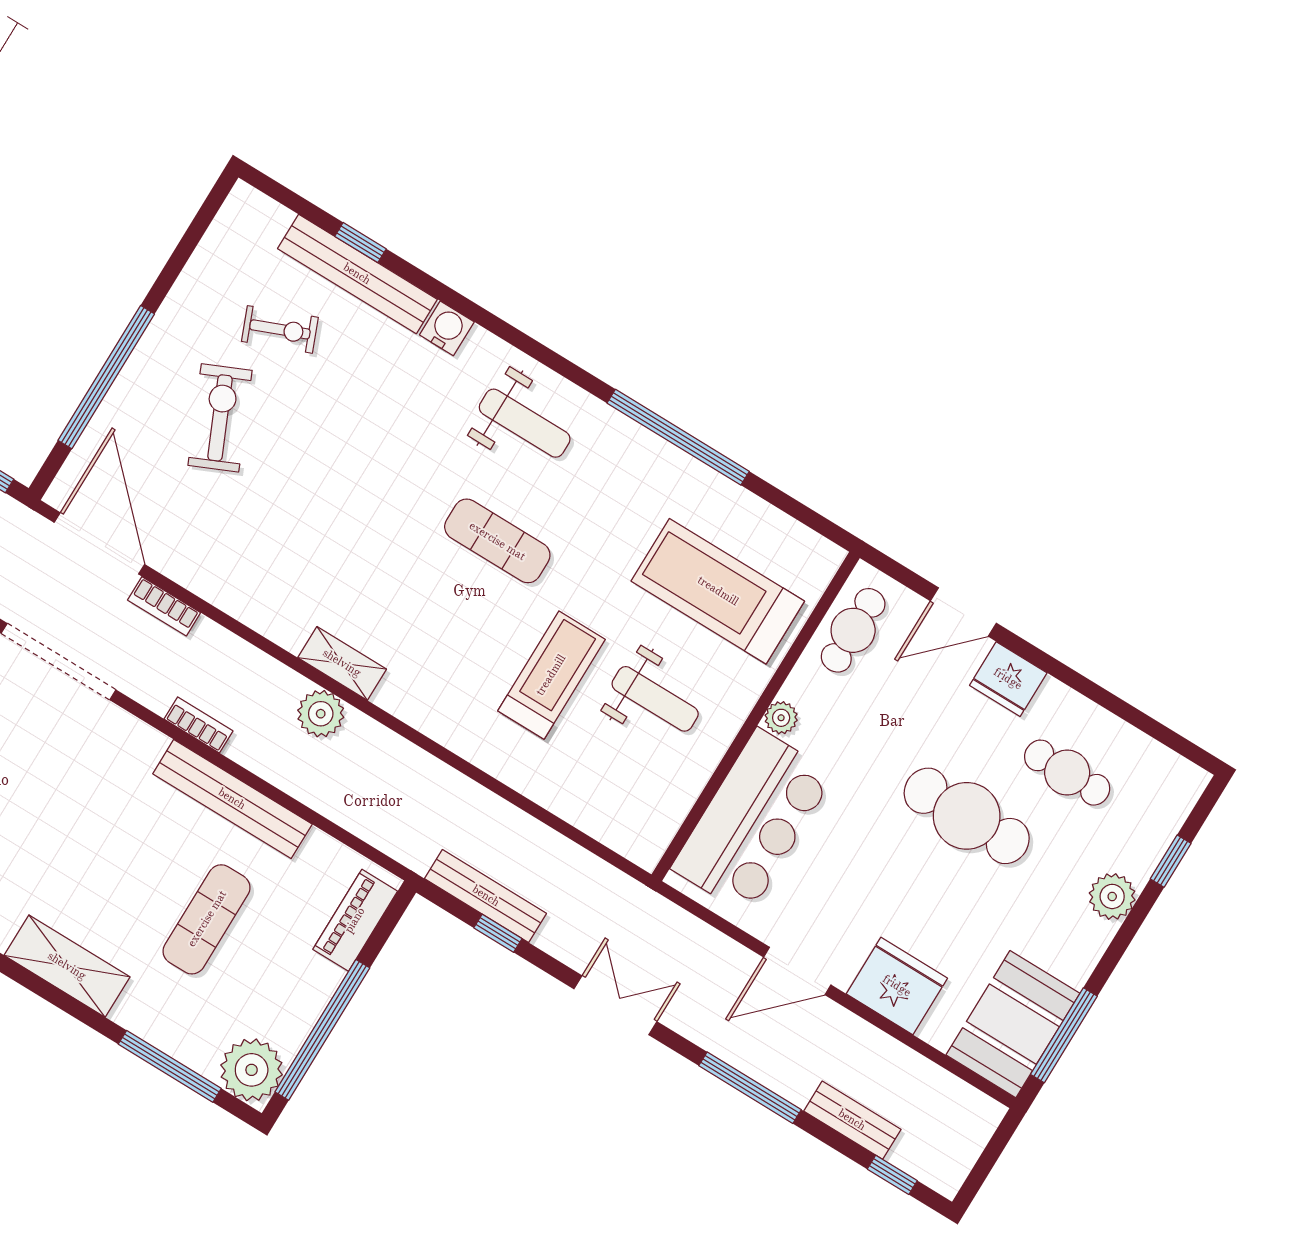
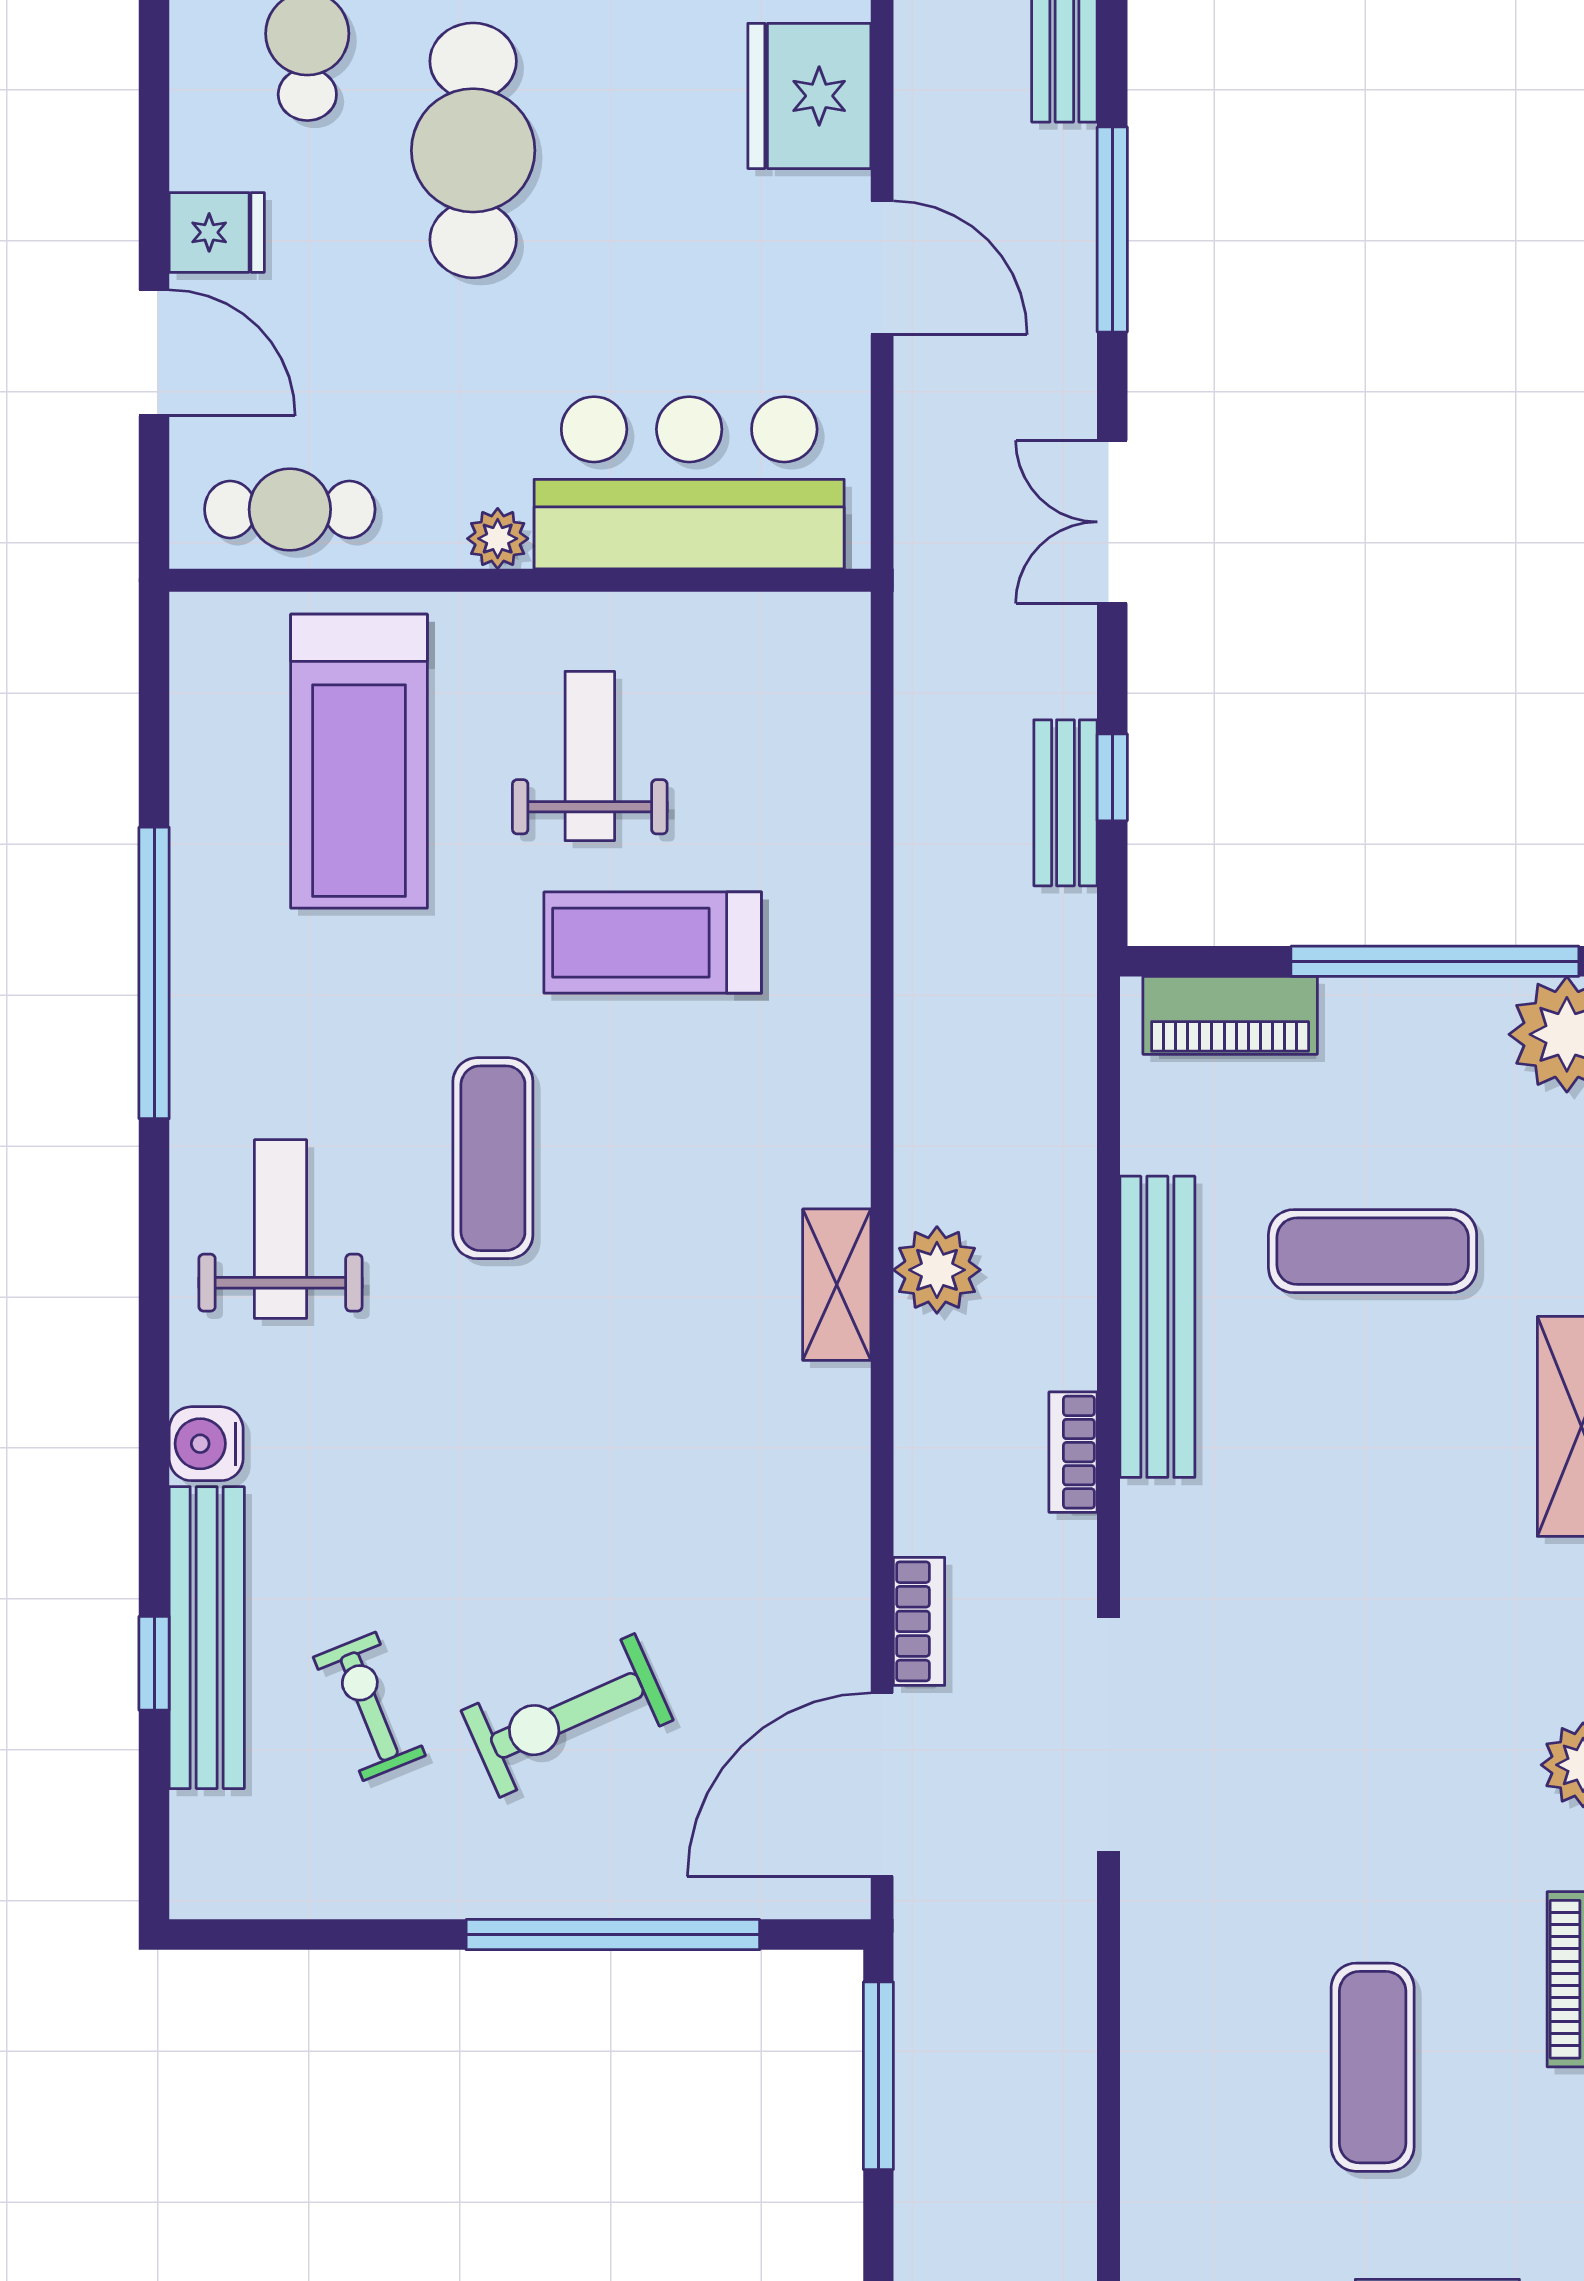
fridge: (1008, 679) -> (217, 232), width x0.72
bench: (486, 896) -> (1065, 803), width x0.73

